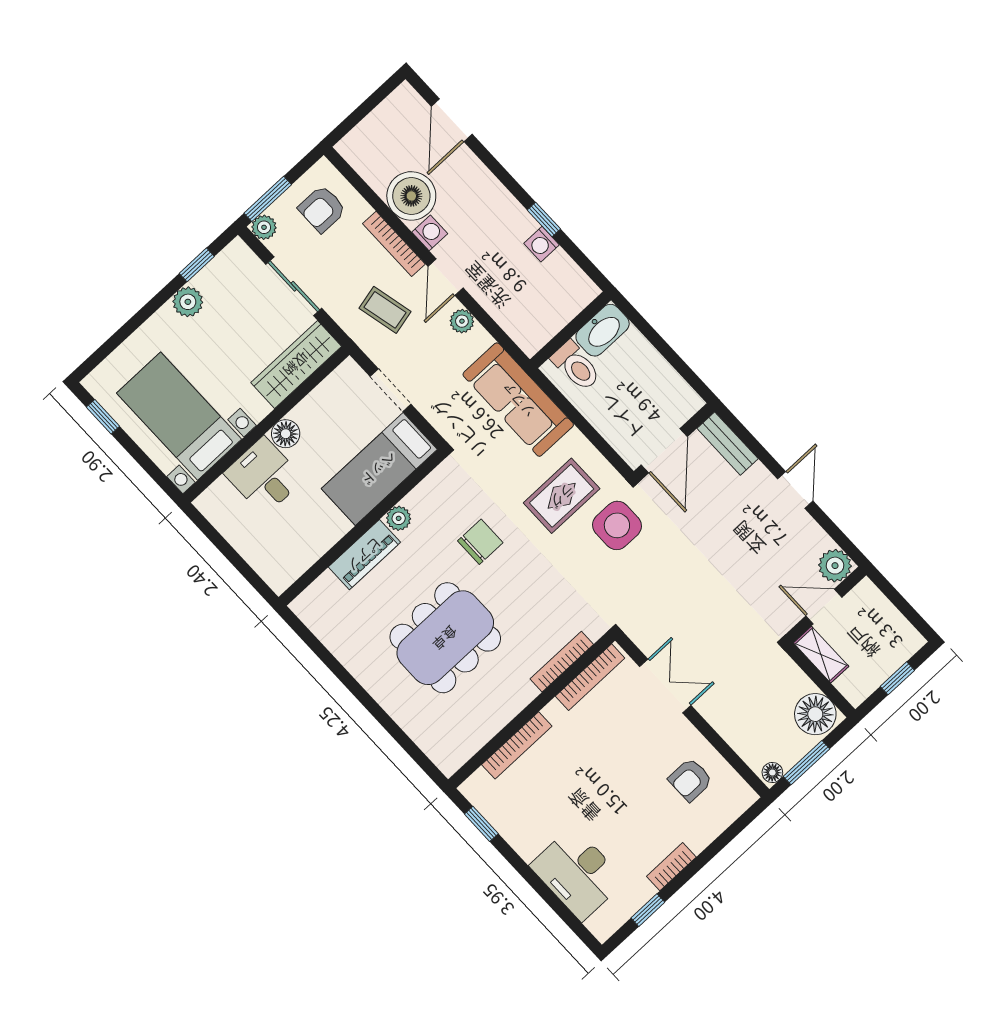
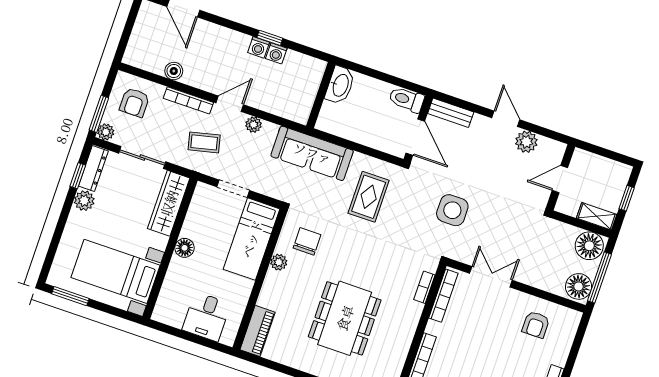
boiler: (411, 196) -> (174, 71), width x0.54, depth x0.54
washing machine: (430, 233) -> (259, 47), moved, turned 180
dresser: (222, 266) -> (93, 168), added
door: (446, 277) -> (230, 104), swing flipped
toilet: (576, 366) -> (407, 100), moved, turned 180
window: (103, 417) -> (70, 296), width x1.50
desk: (264, 476) -> (206, 317), moved, turned -90
side table: (617, 525) -> (452, 210), moved
chair: (480, 542) -> (307, 241), moved
piano: (364, 555) -> (258, 331), moved
plant: (835, 566) -> (526, 142), moved
shelving: (821, 655) -> (597, 216), moved
bookcase: (562, 662) -> (424, 287), width x0.64
window: (807, 763) -> (599, 277), width x1.44
floor lamp: (772, 773) -> (579, 286), width x1.89, depth x1.89

